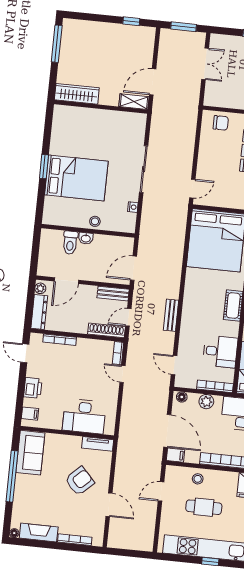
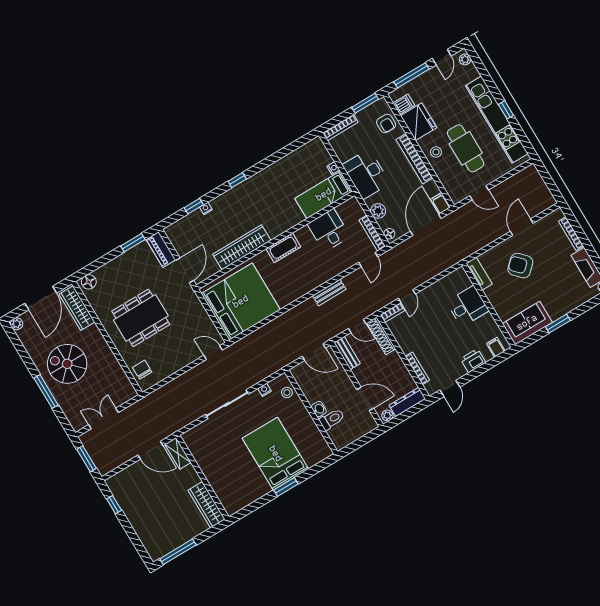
stool: (95, 221) -> (287, 392), moved
bookcase: (215, 386) -> (372, 233), moved
desk: (84, 416) -> (468, 306), width x0.73
window: (12, 476) -> (558, 324), width x0.47
stool: (198, 479) -> (436, 152), moved
cafe table: (204, 507) -> (466, 148), width x1.37, depth x1.35

